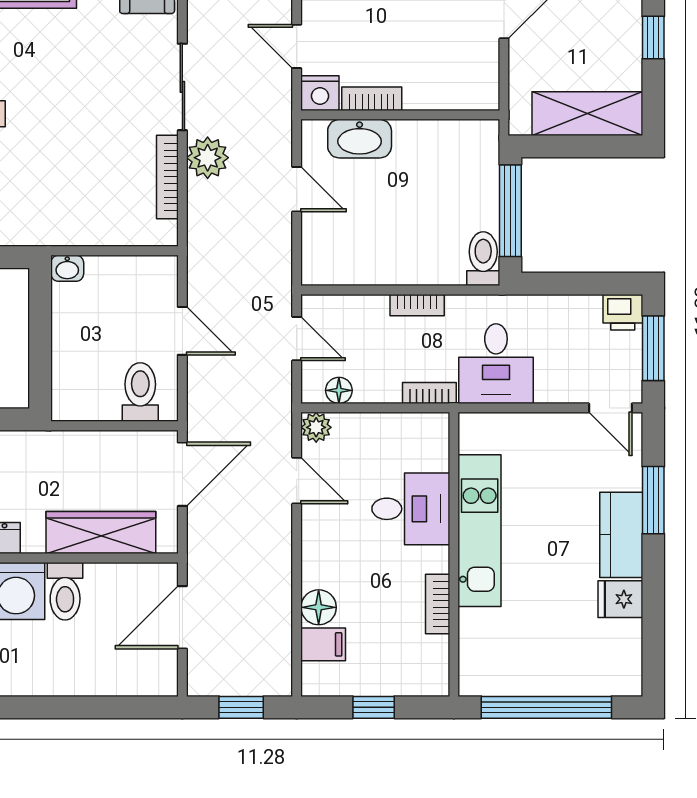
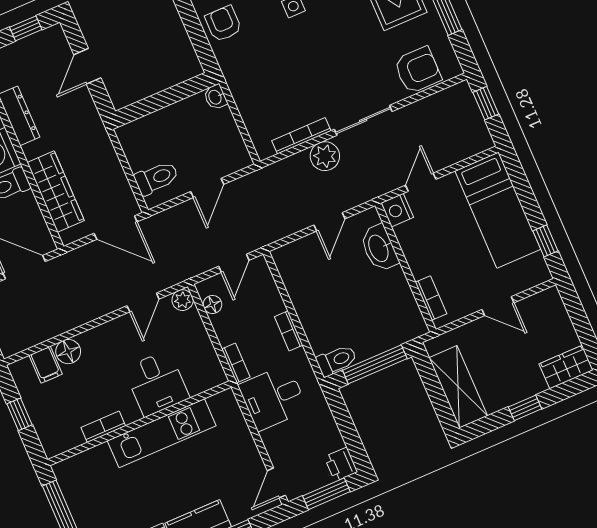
bookcase: (372, 99) -> (431, 298), moved

